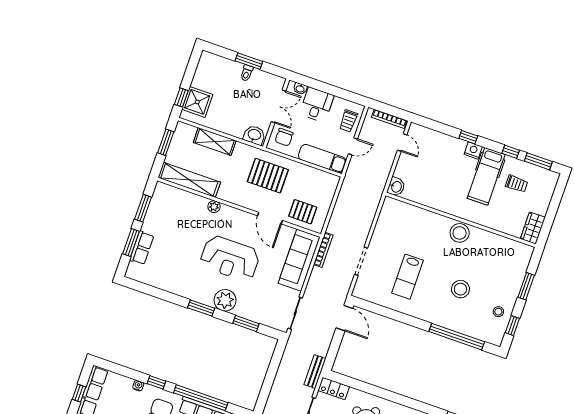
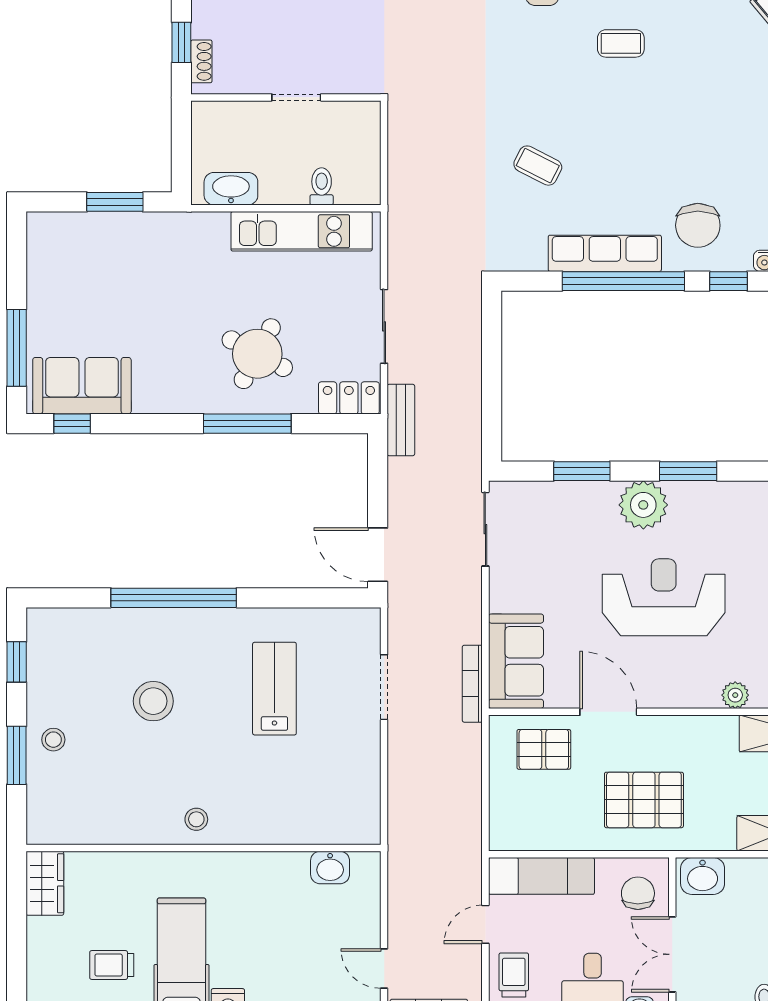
washbasin: (396, 187) -> (330, 868), moved, turned -90
stool: (460, 233) -> (196, 819), width x0.53, depth x0.53
sofa: (299, 260) -> (516, 661), width x0.73
stool: (498, 312) -> (53, 740), moved
window: (457, 337) -> (174, 598), moved
window: (380, 392) -> (247, 424), added

